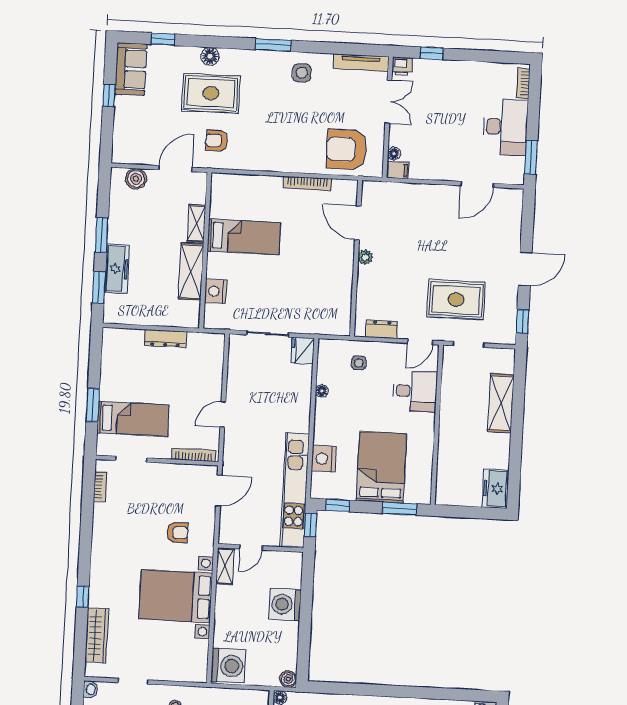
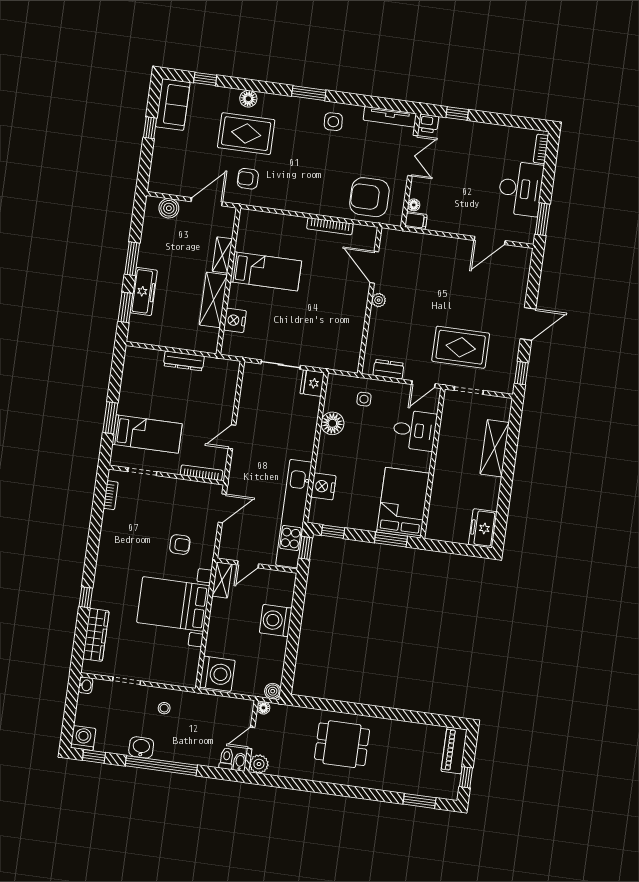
floor lamp: (322, 391) -> (332, 423), width x1.89, depth x1.89
bed: (381, 467) -> (403, 503), moved

